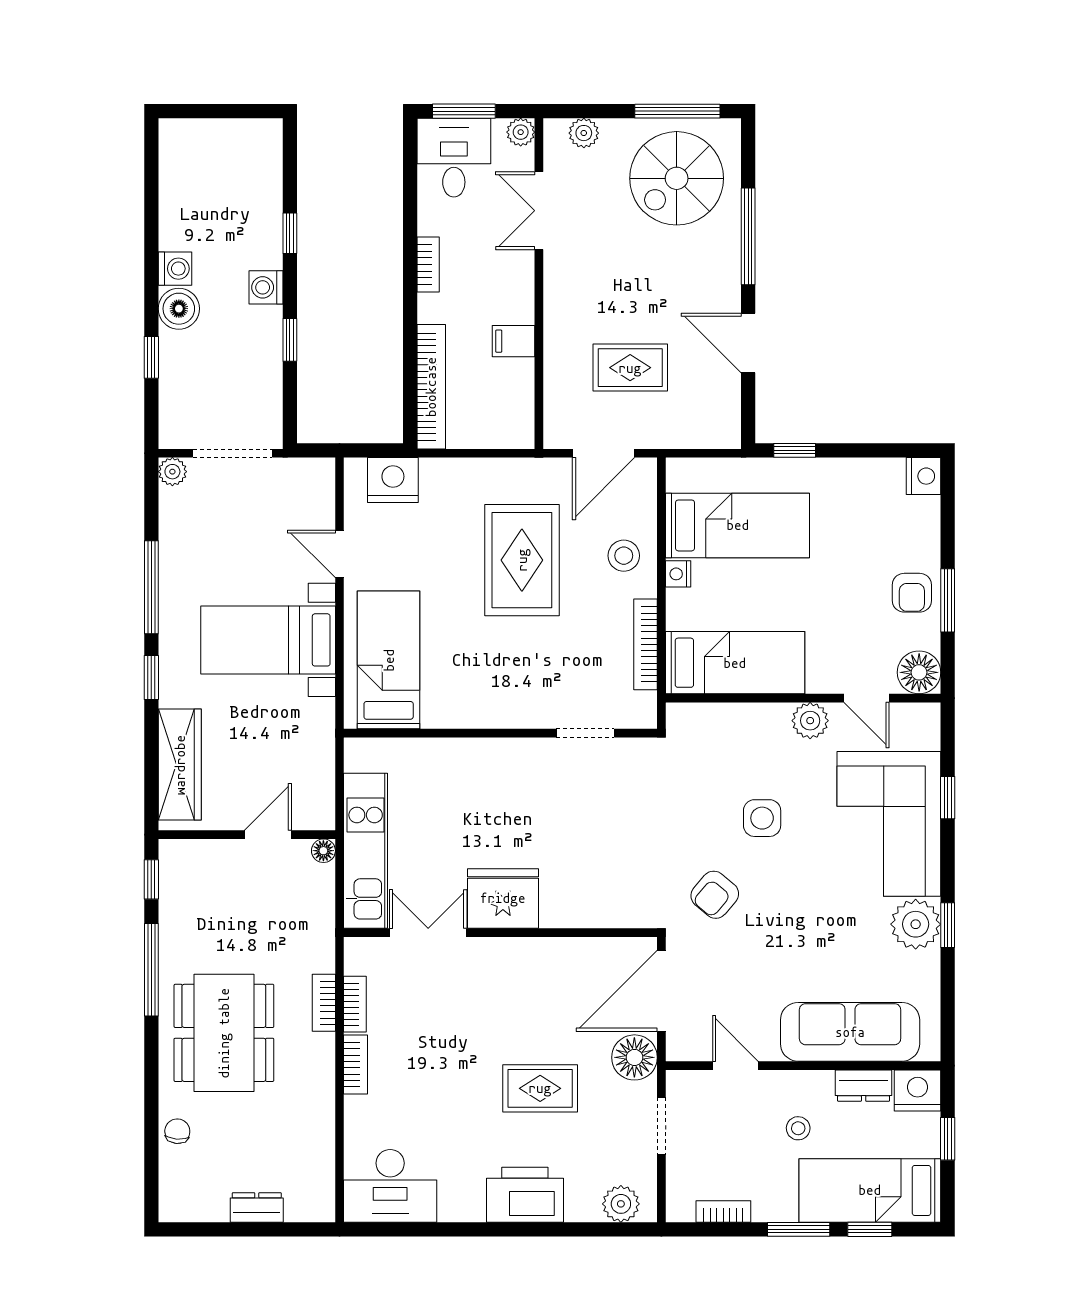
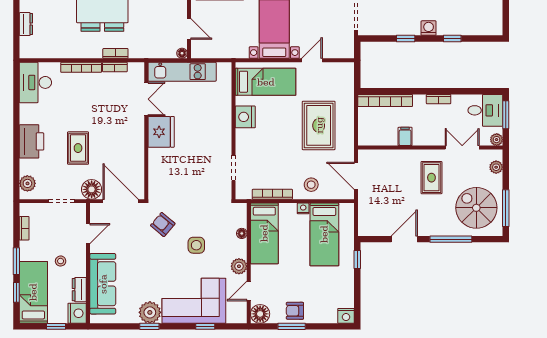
rug: (630, 368) -> (431, 178), moved
nightstand: (393, 480) -> (245, 117), moved, turned 180
rug: (522, 560) -> (319, 125), moved, turned 90
floor lamp: (735, 714) -> (242, 233), added
bookcase: (356, 1065) -> (81, 67), width x1.56

